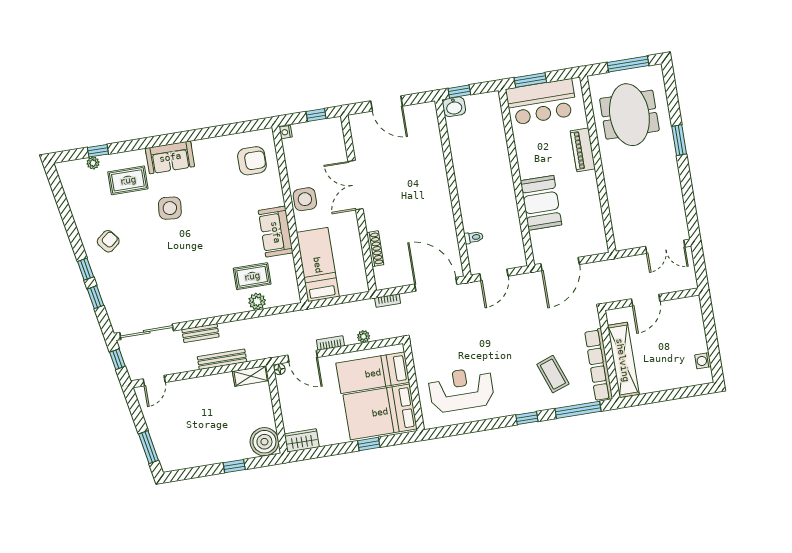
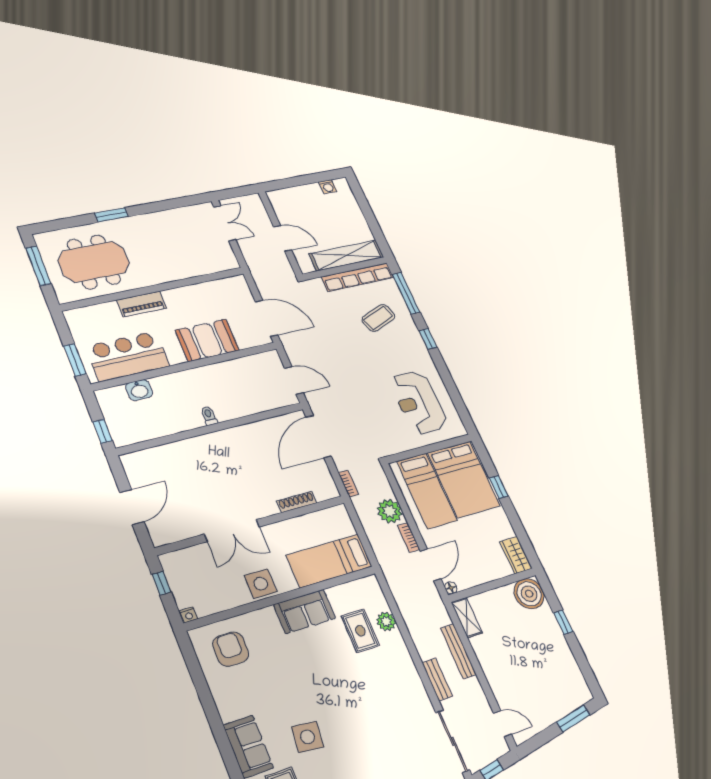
bar counter: (541, 102) -> (128, 356), moved, turned -90
washbasin: (454, 107) -> (139, 390), moved, turned 90
toilet: (474, 237) -> (209, 416), moved
plant: (364, 337) -> (390, 511), width x1.88, depth x1.88

